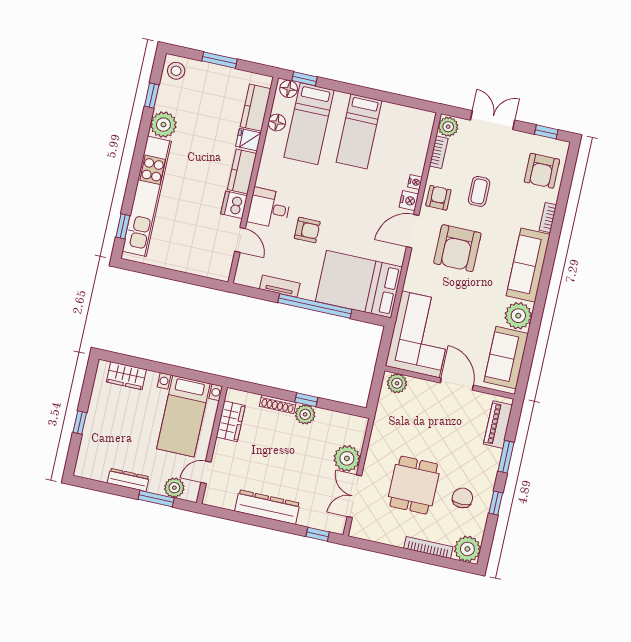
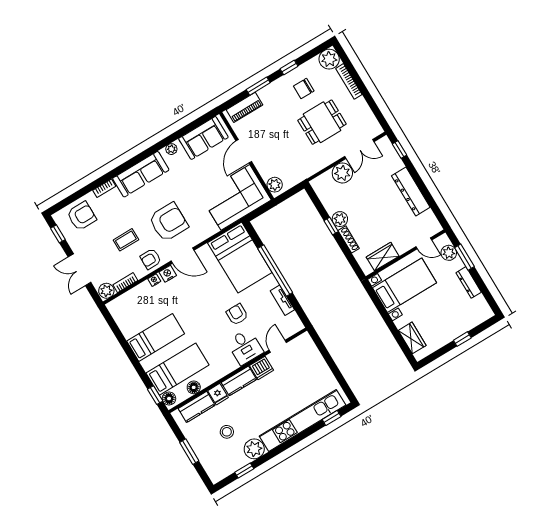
stool: (176, 71) -> (227, 432), moved
plant: (518, 316) -> (171, 149), width x0.53, depth x0.53

